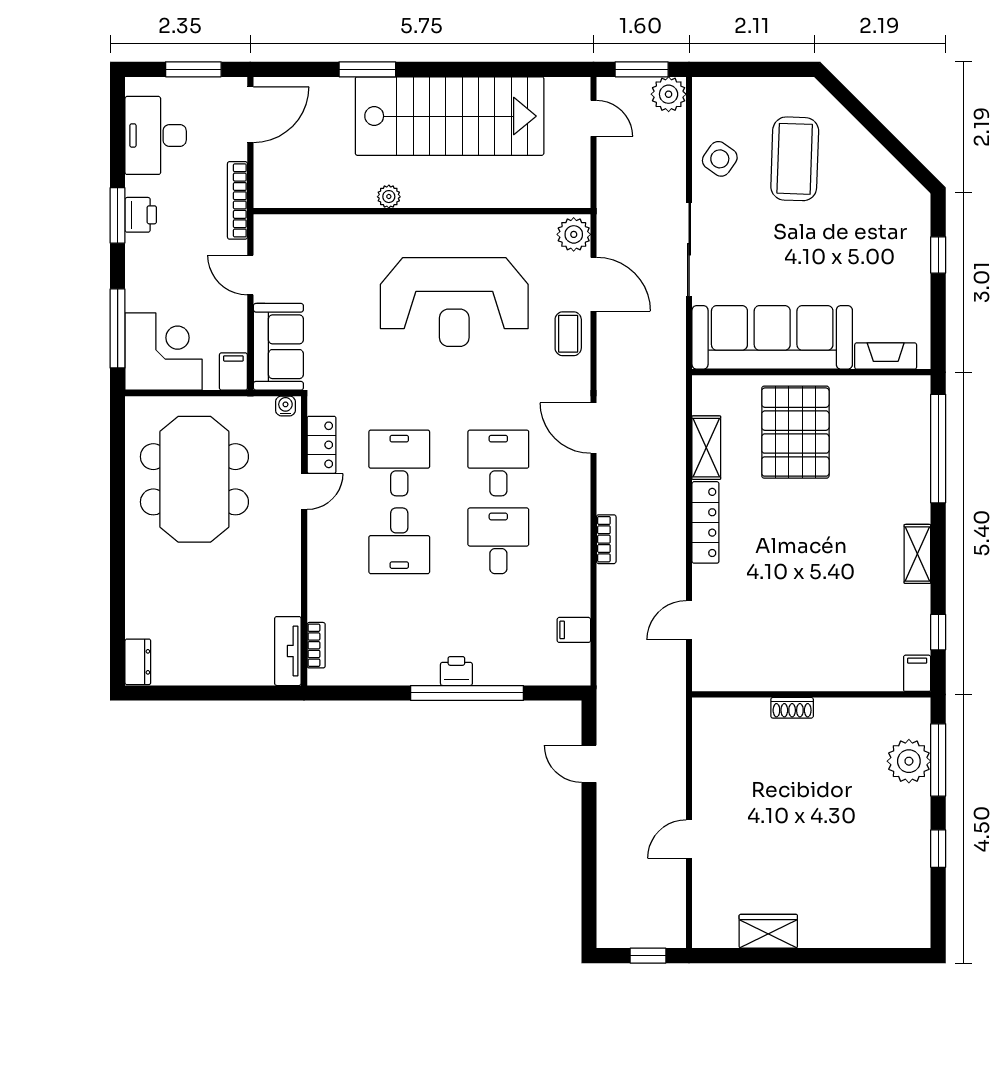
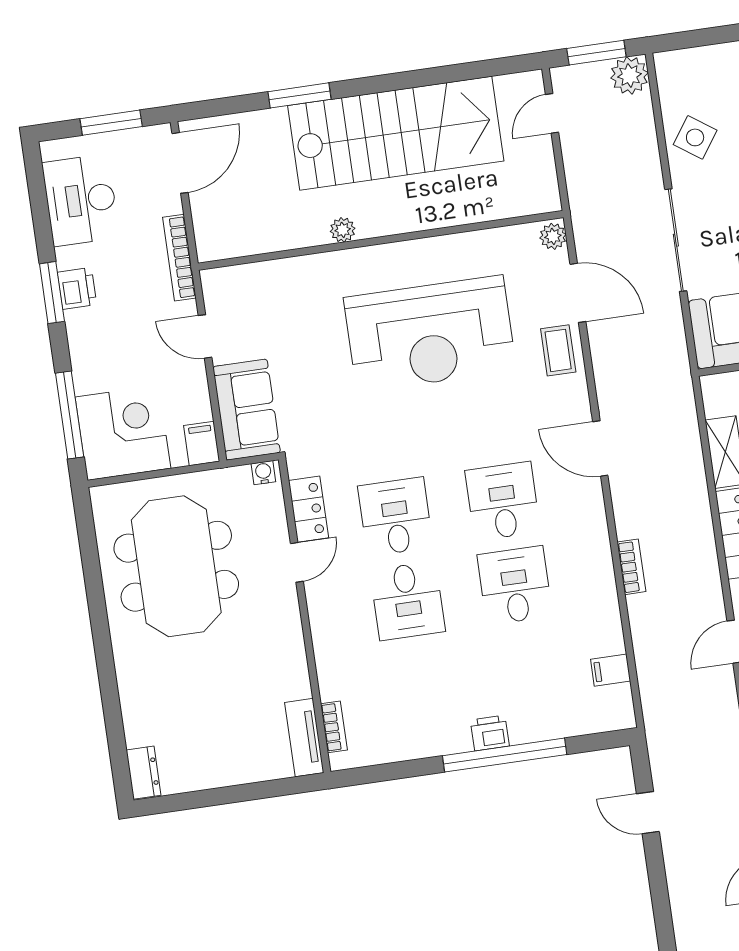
door: (594, 118) -> (552, 113), swing flipped
plant: (574, 234) -> (553, 236), width x0.73, depth x0.73

